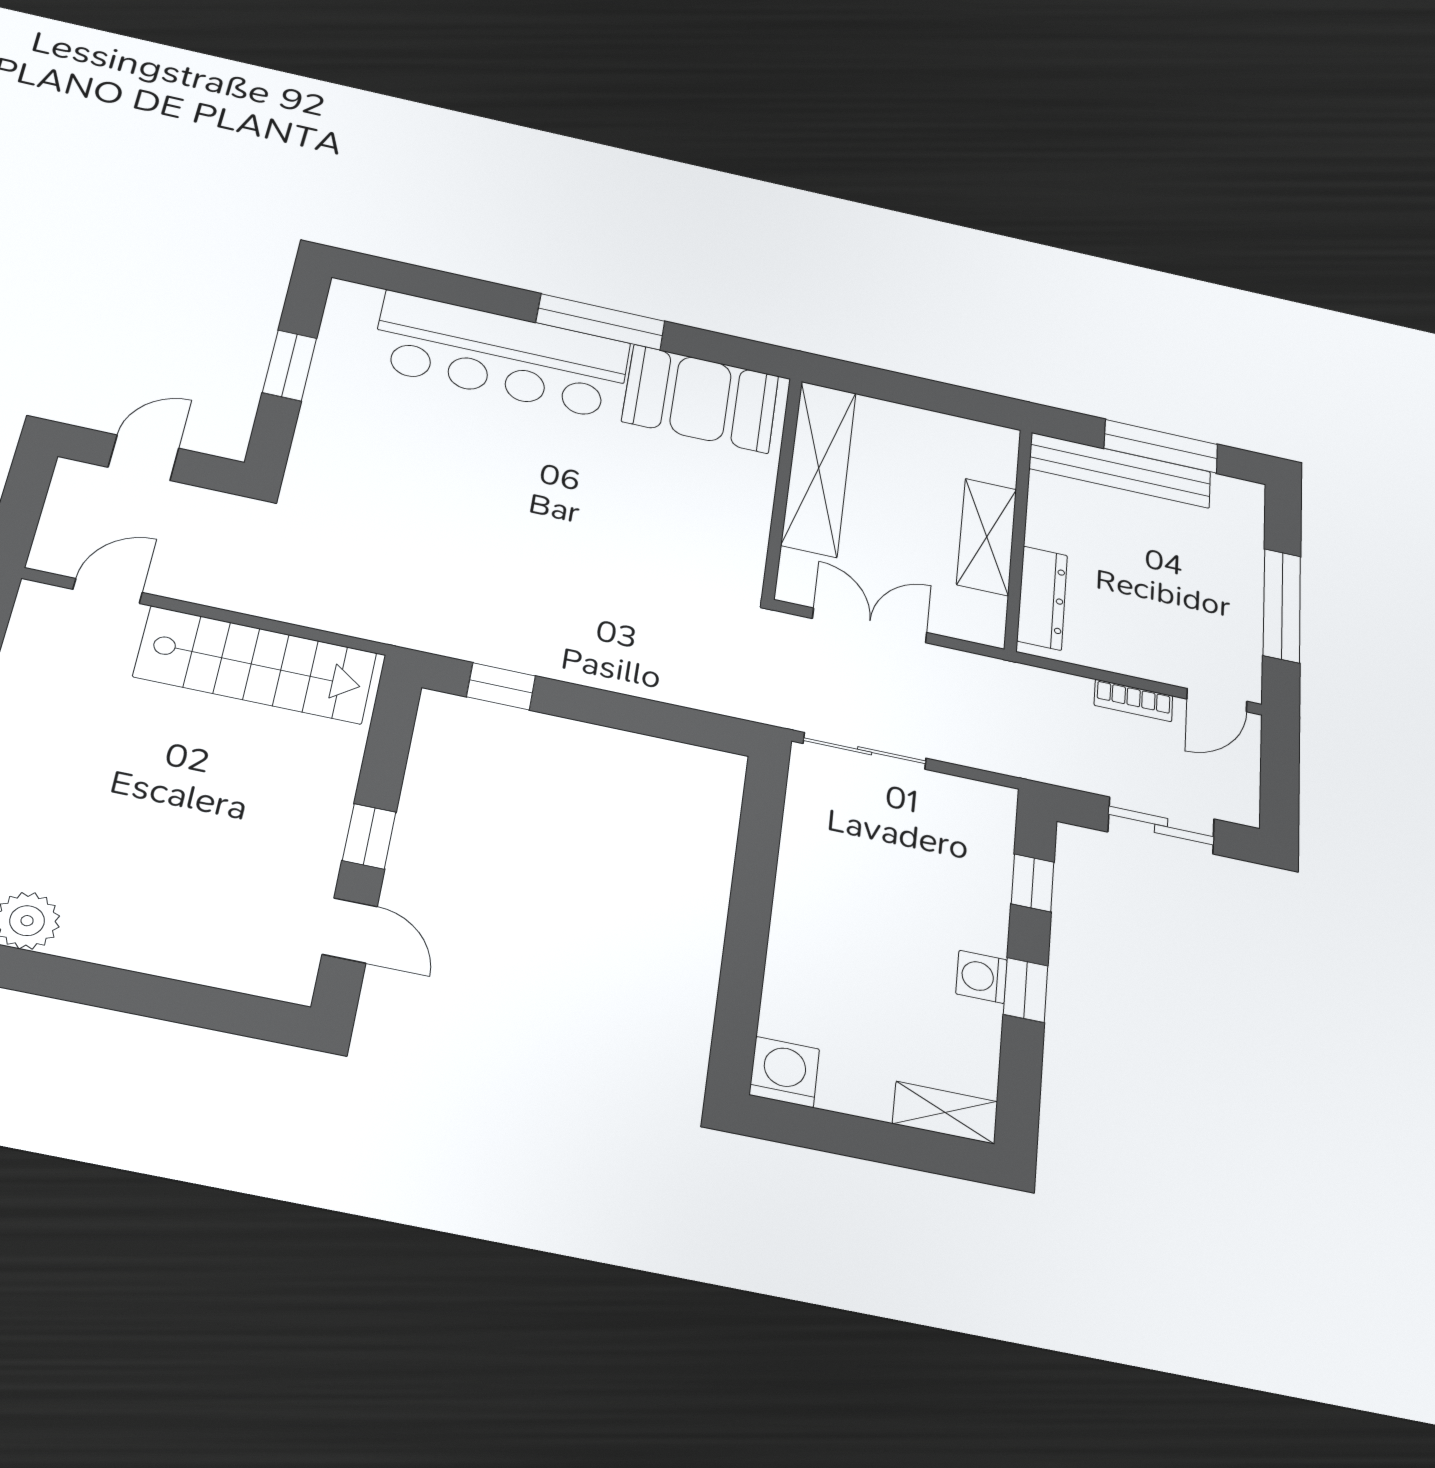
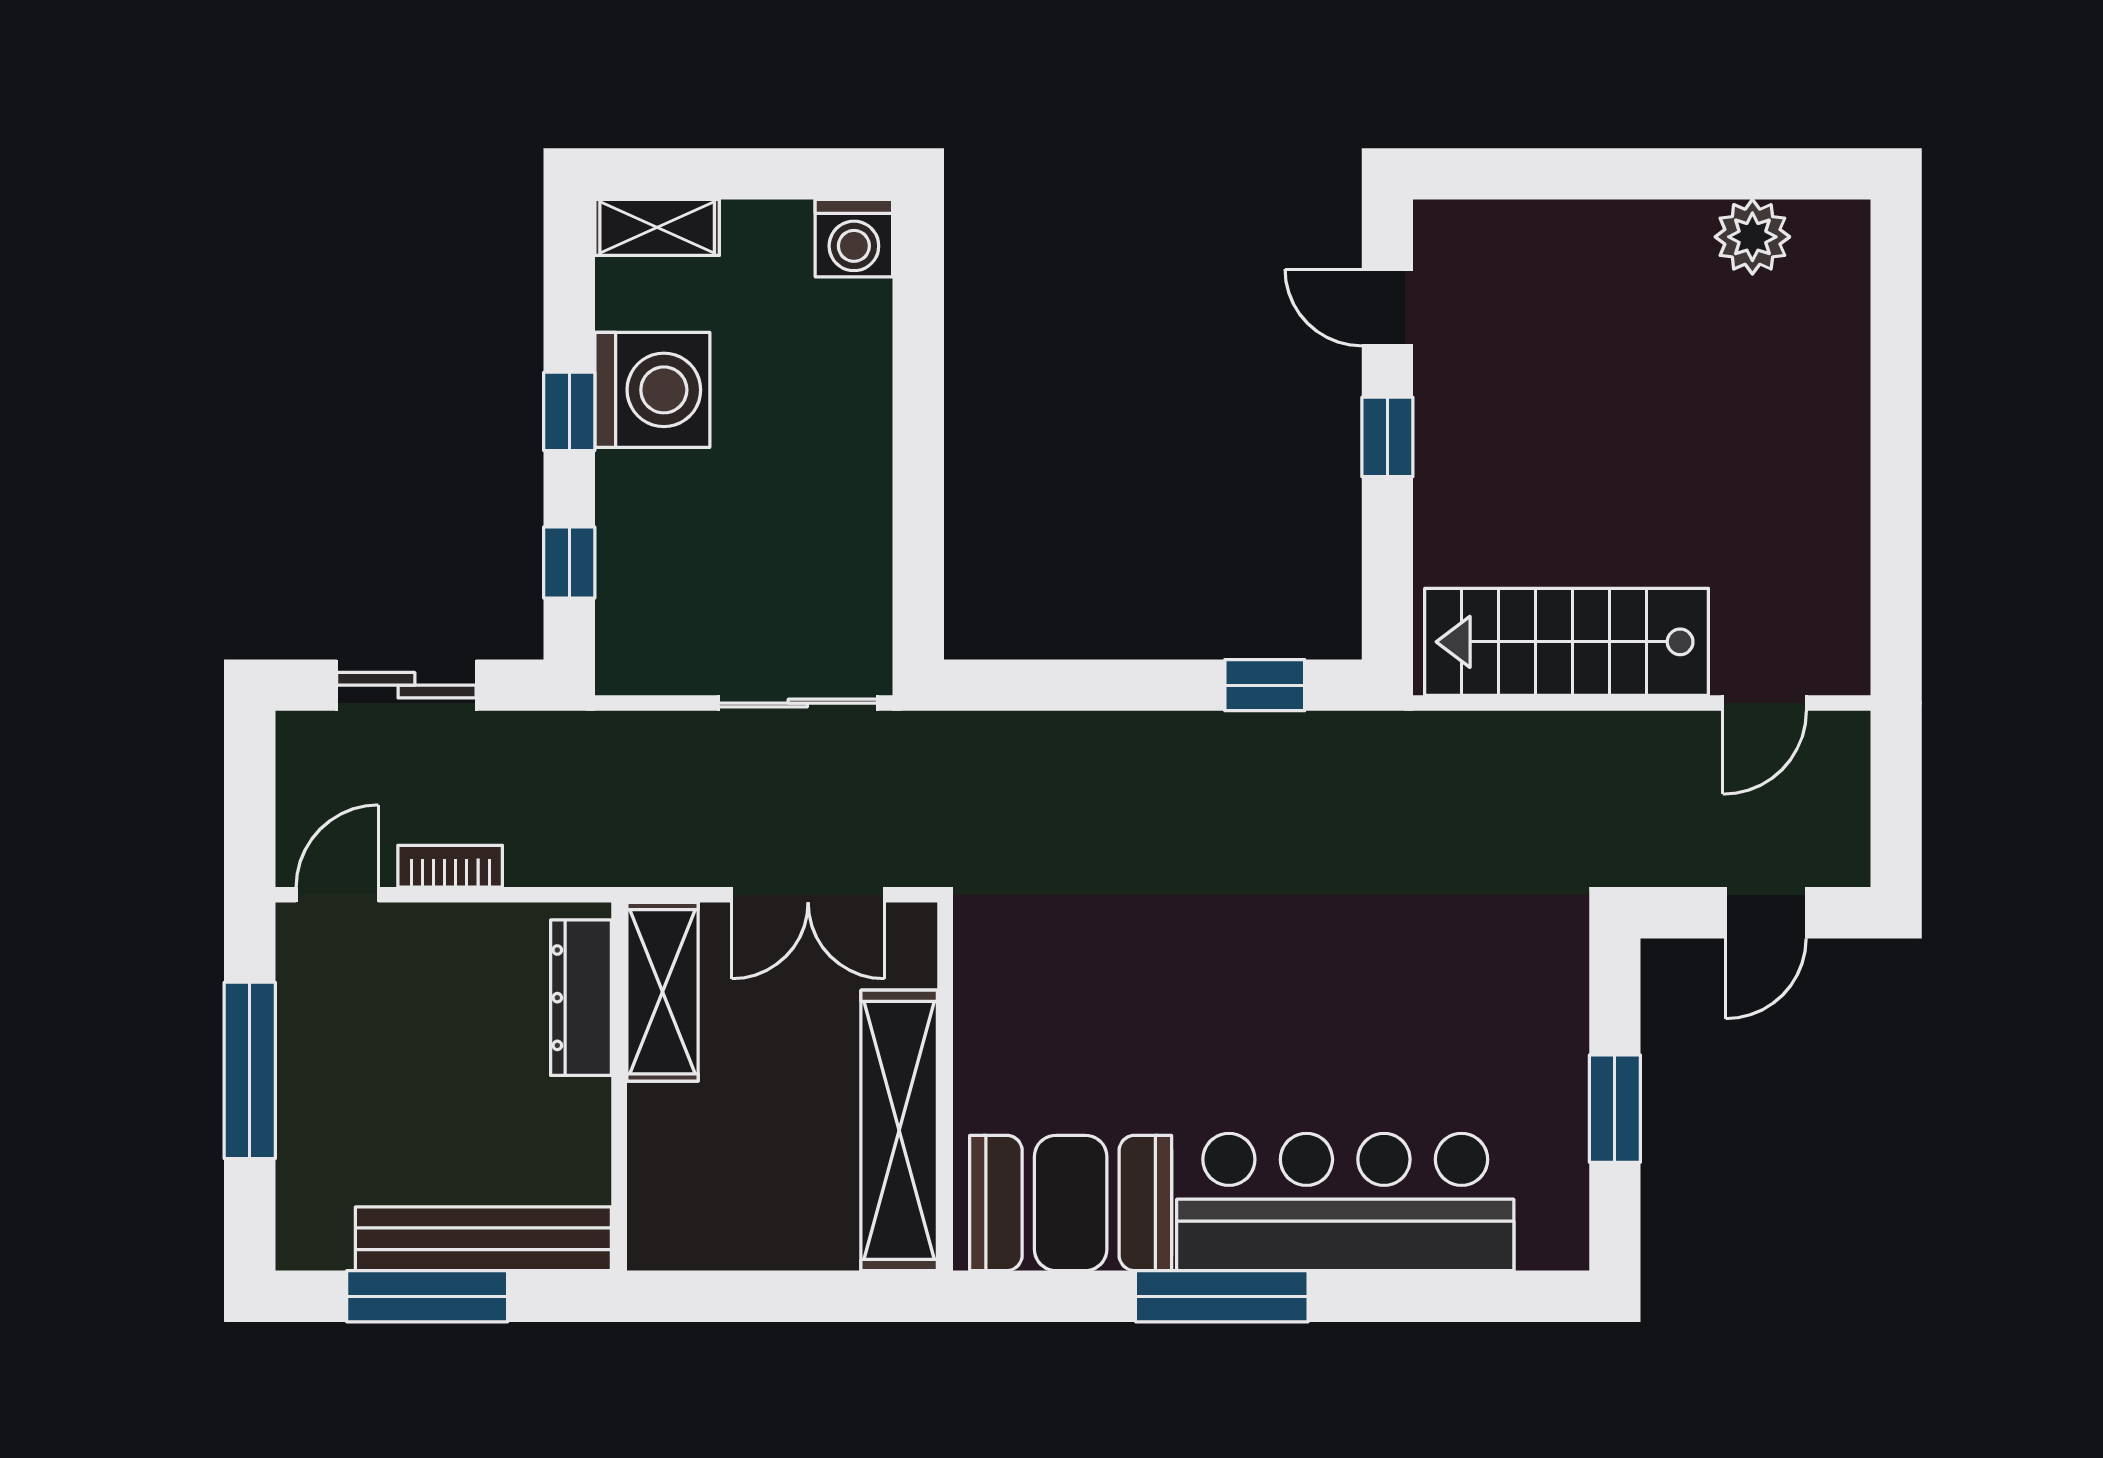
shelving: (987, 537) -> (663, 992), moved
washing machine: (982, 977) -> (652, 390), width x1.89, depth x1.89

